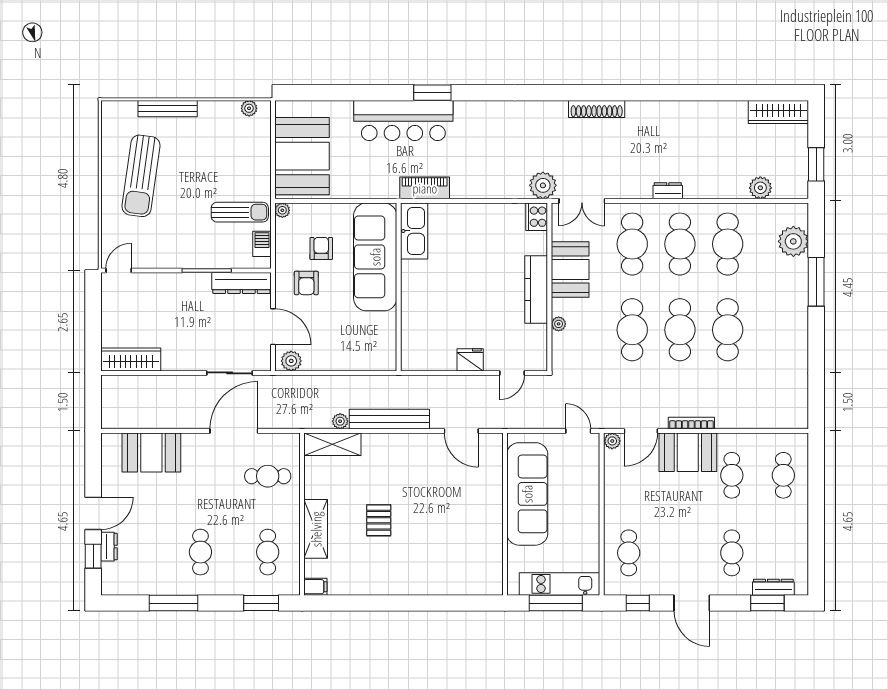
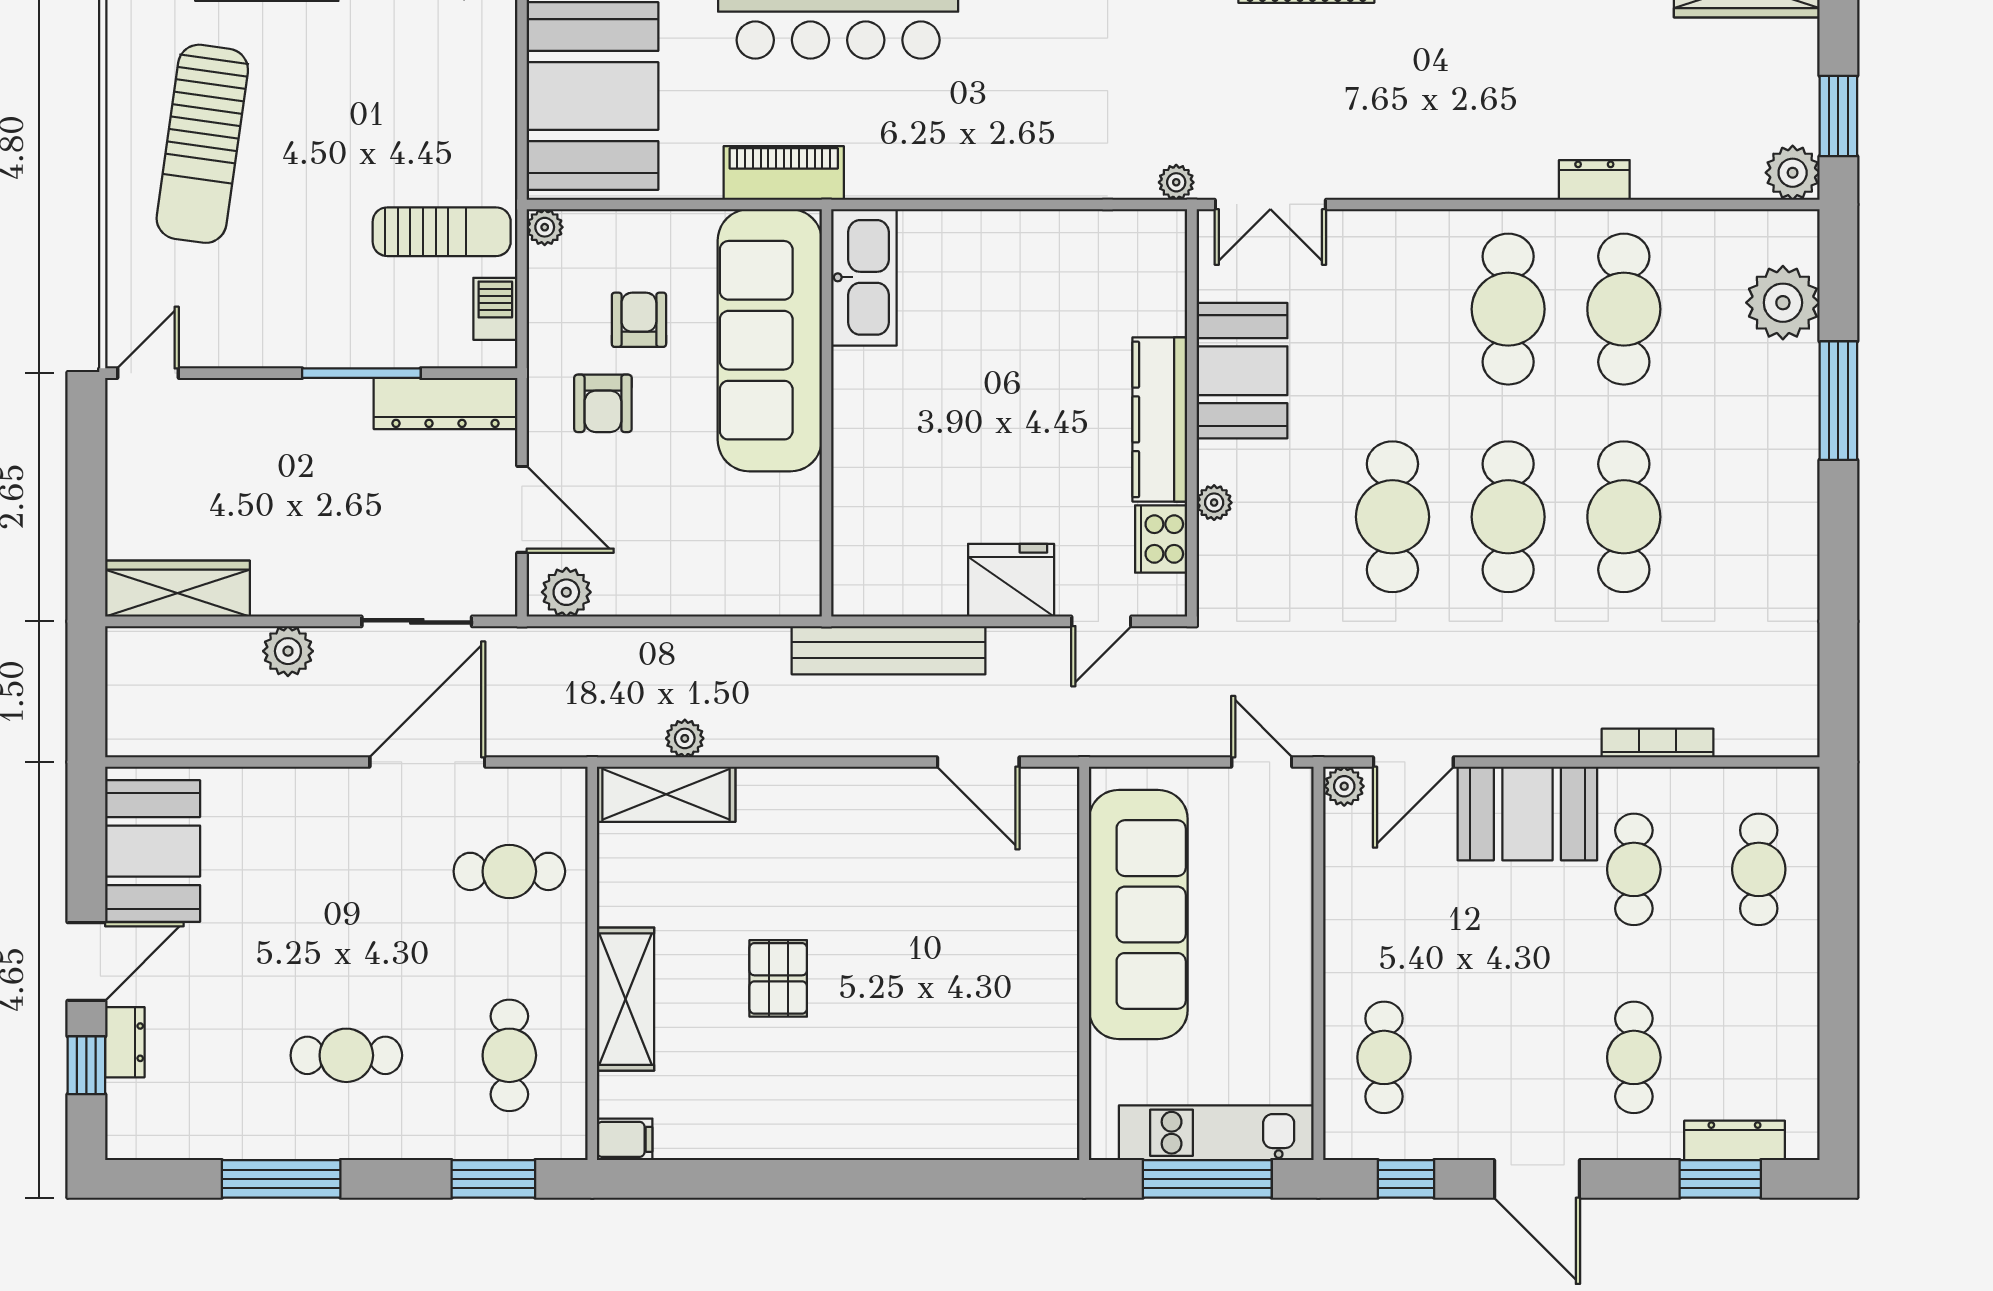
plant: (543, 185) -> (1176, 182), width x0.53, depth x0.53
piano: (425, 188) -> (784, 173), moved
plant: (760, 188) -> (1793, 173), moved
dresser: (668, 191) -> (1594, 180), moved
cooker: (537, 217) -> (1161, 539), moved
cafe table: (632, 244) -> (1392, 309), removed
fridge: (470, 360) -> (1011, 580), width x1.36, depth x1.34
plant: (176, 385) -> (288, 651), added
bench: (389, 419) -> (889, 650), moved
bookcase: (691, 423) -> (1658, 743), moved
booth: (151, 452) -> (153, 851), moved, turned 90
cafe table: (200, 552) -> (346, 1055), turned 90

